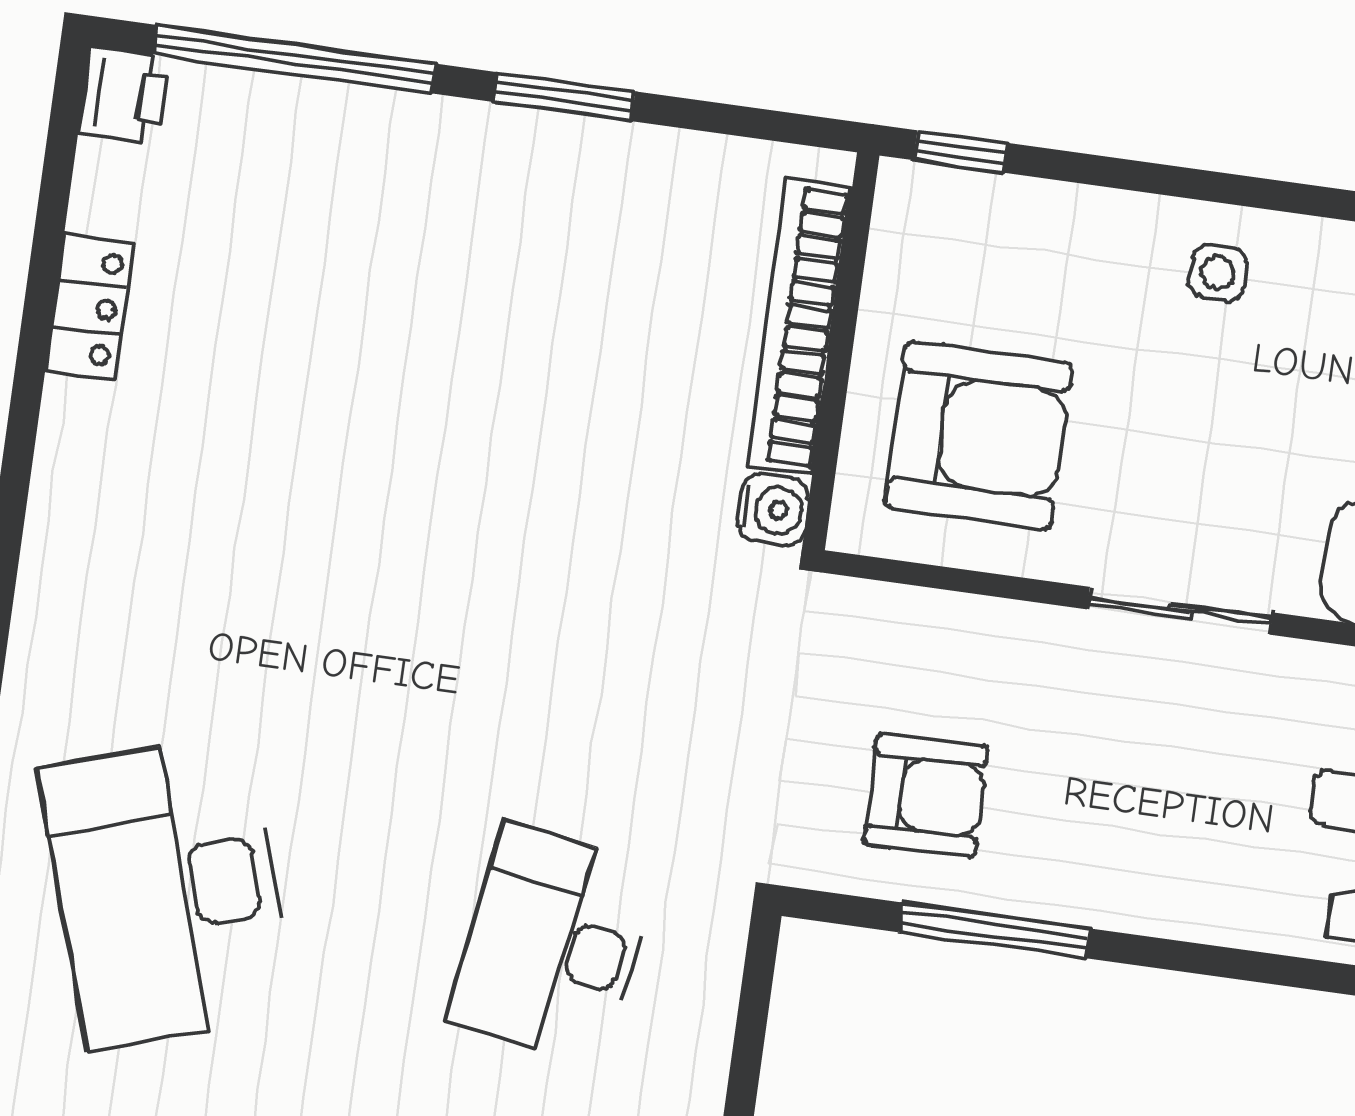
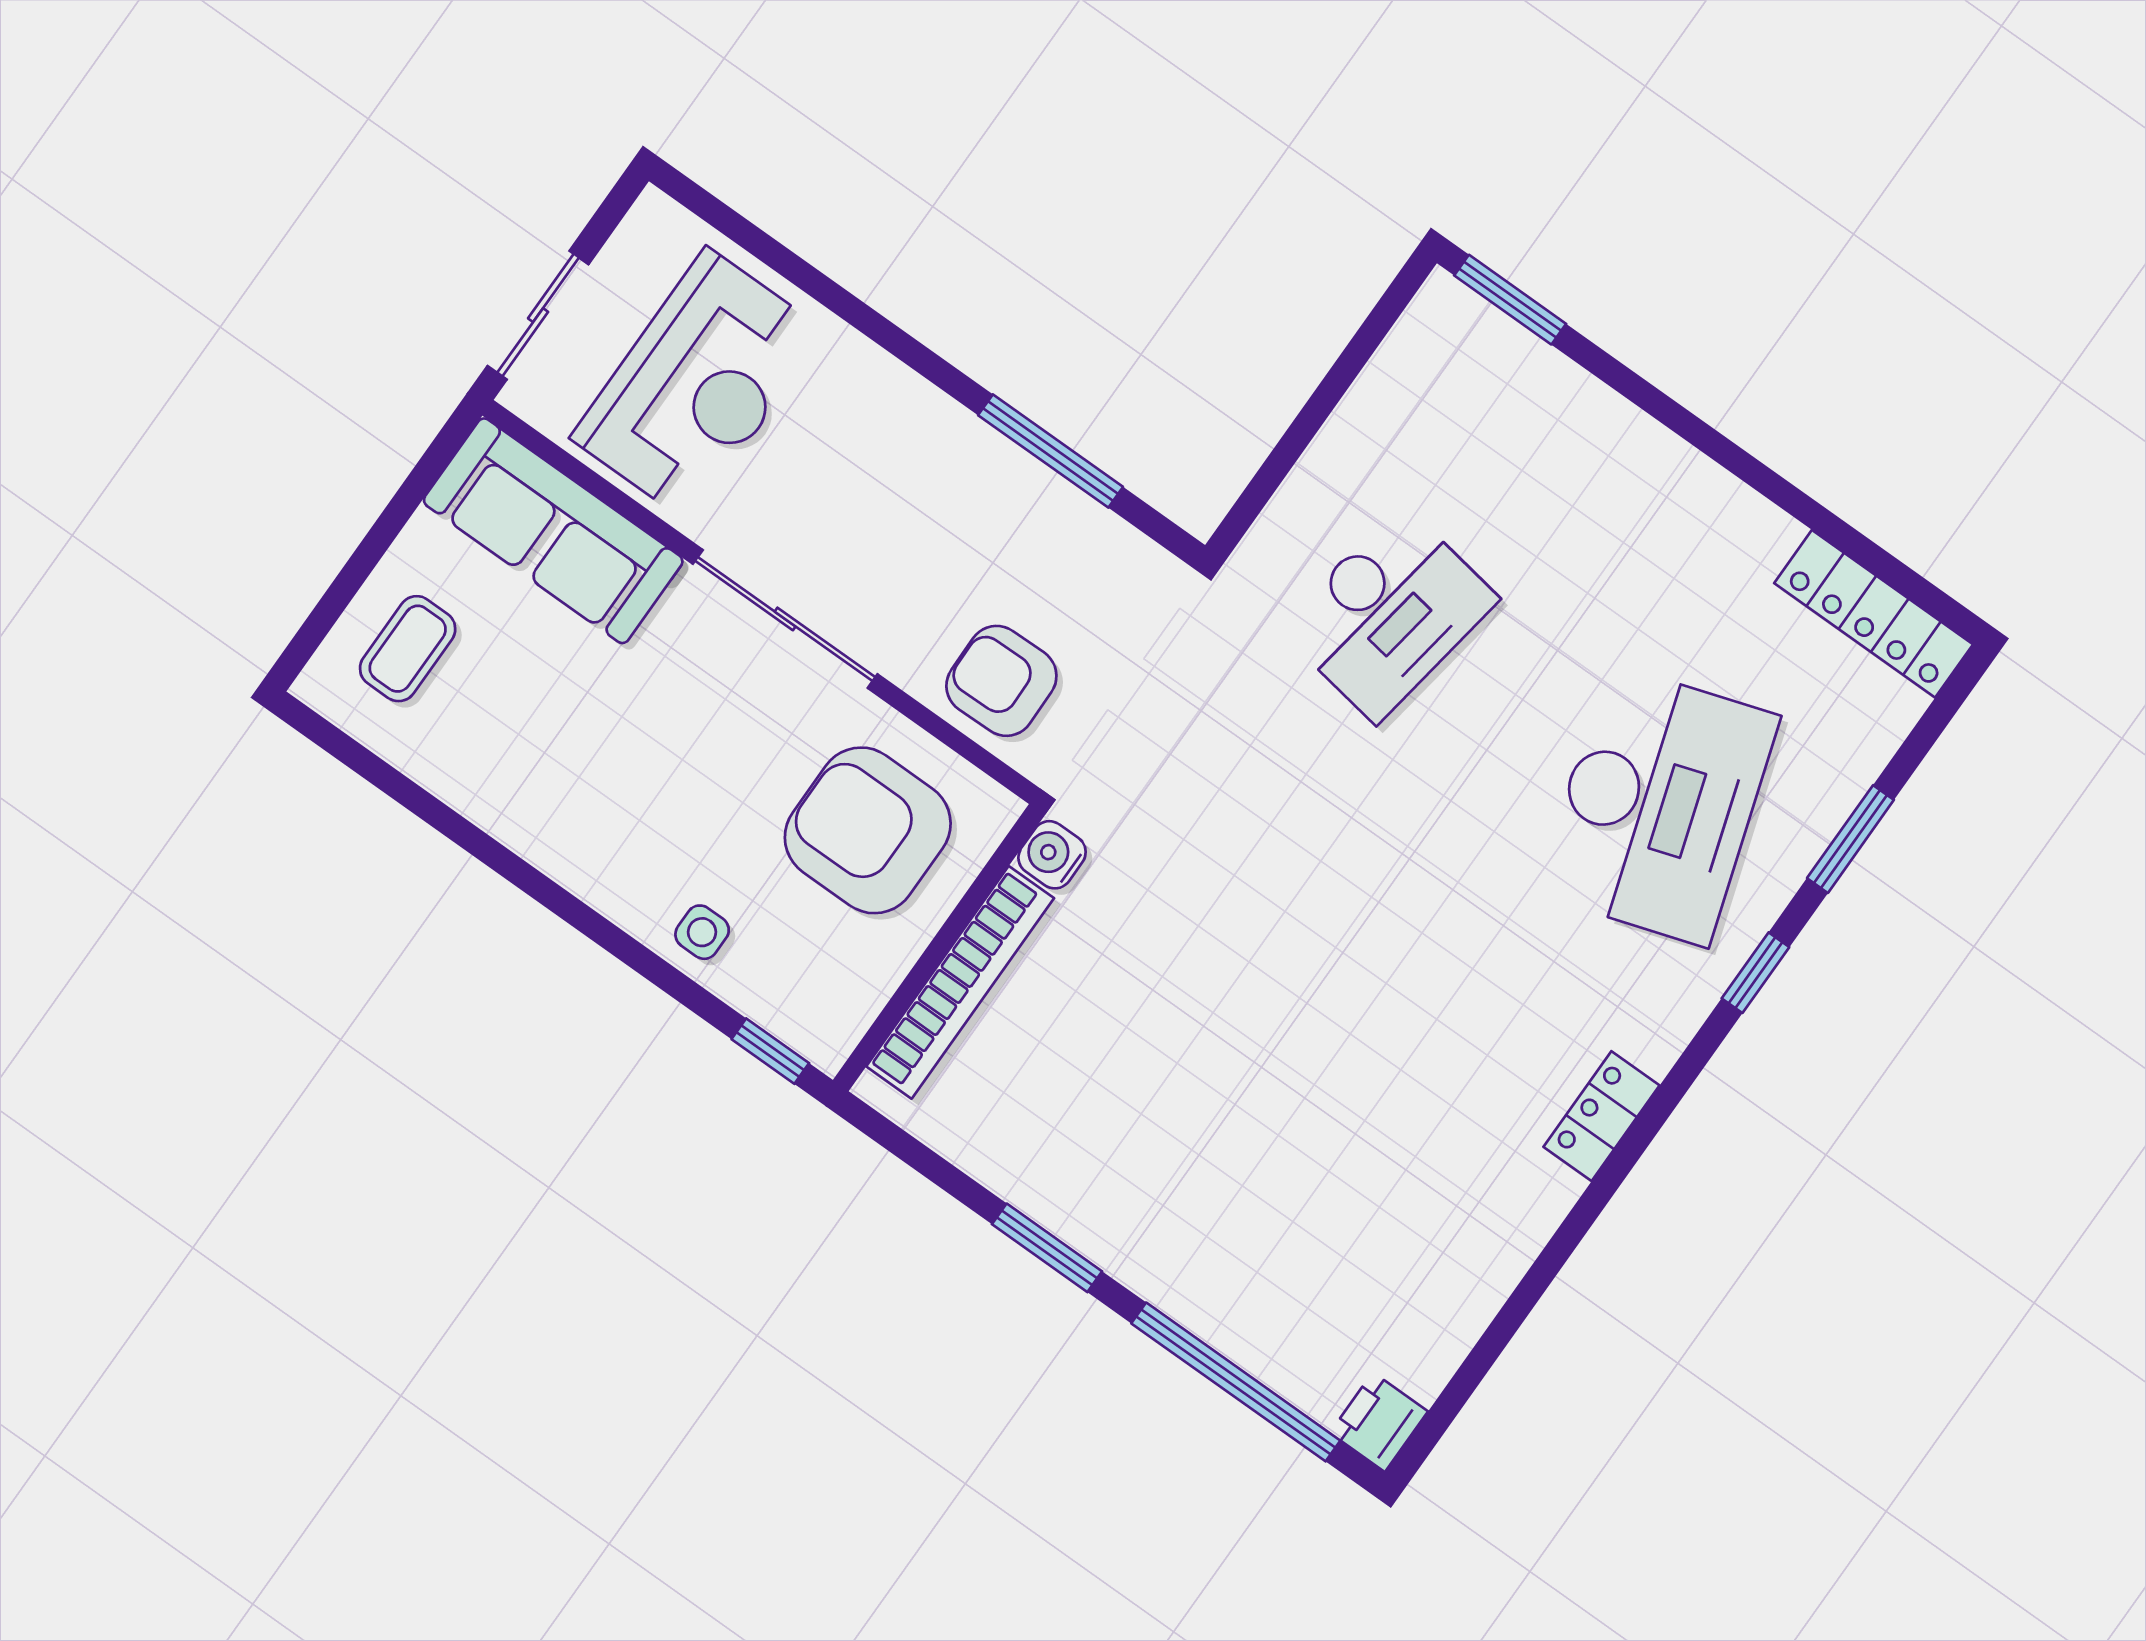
side table: (1218, 273) -> (702, 932), moved
locker: (89, 307) -> (1601, 1116), moved
sliding door: (1180, 611) -> (785, 619), width x1.37
armchair: (926, 796) -> (1001, 681), moved

